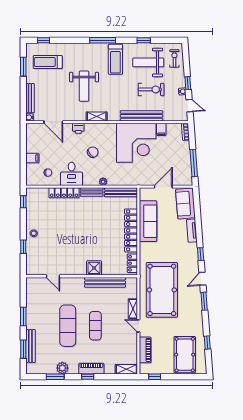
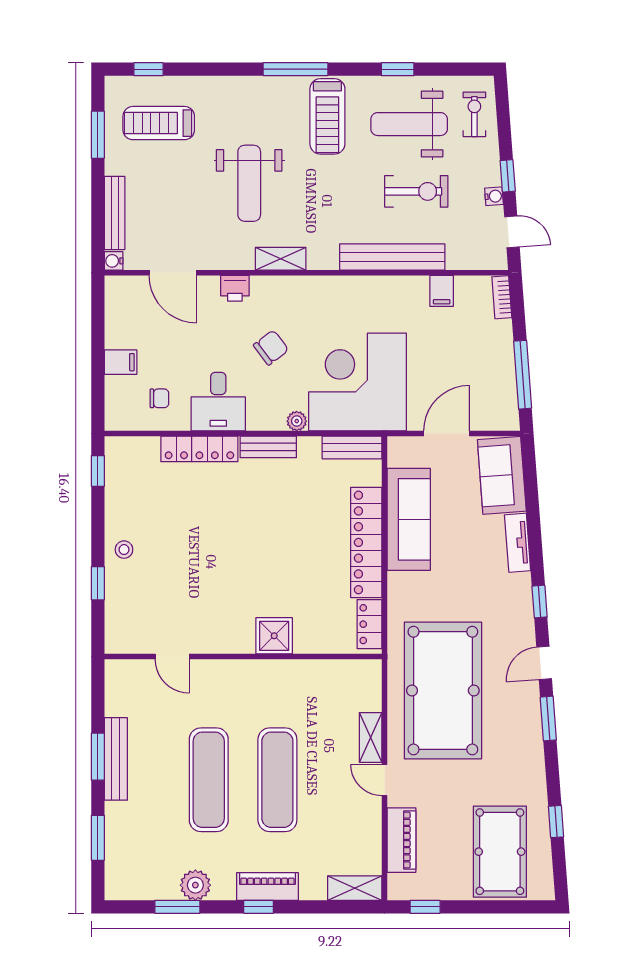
corner desk: (136, 143) -> (358, 382), moved, turned 180
bench: (121, 192) -> (352, 448), width x0.73
bench: (105, 282) -> (301, 672), removed
exercise mat: (95, 326) -> (277, 780), width x1.36, depth x1.45
bench: (30, 346) -> (116, 759), moved

